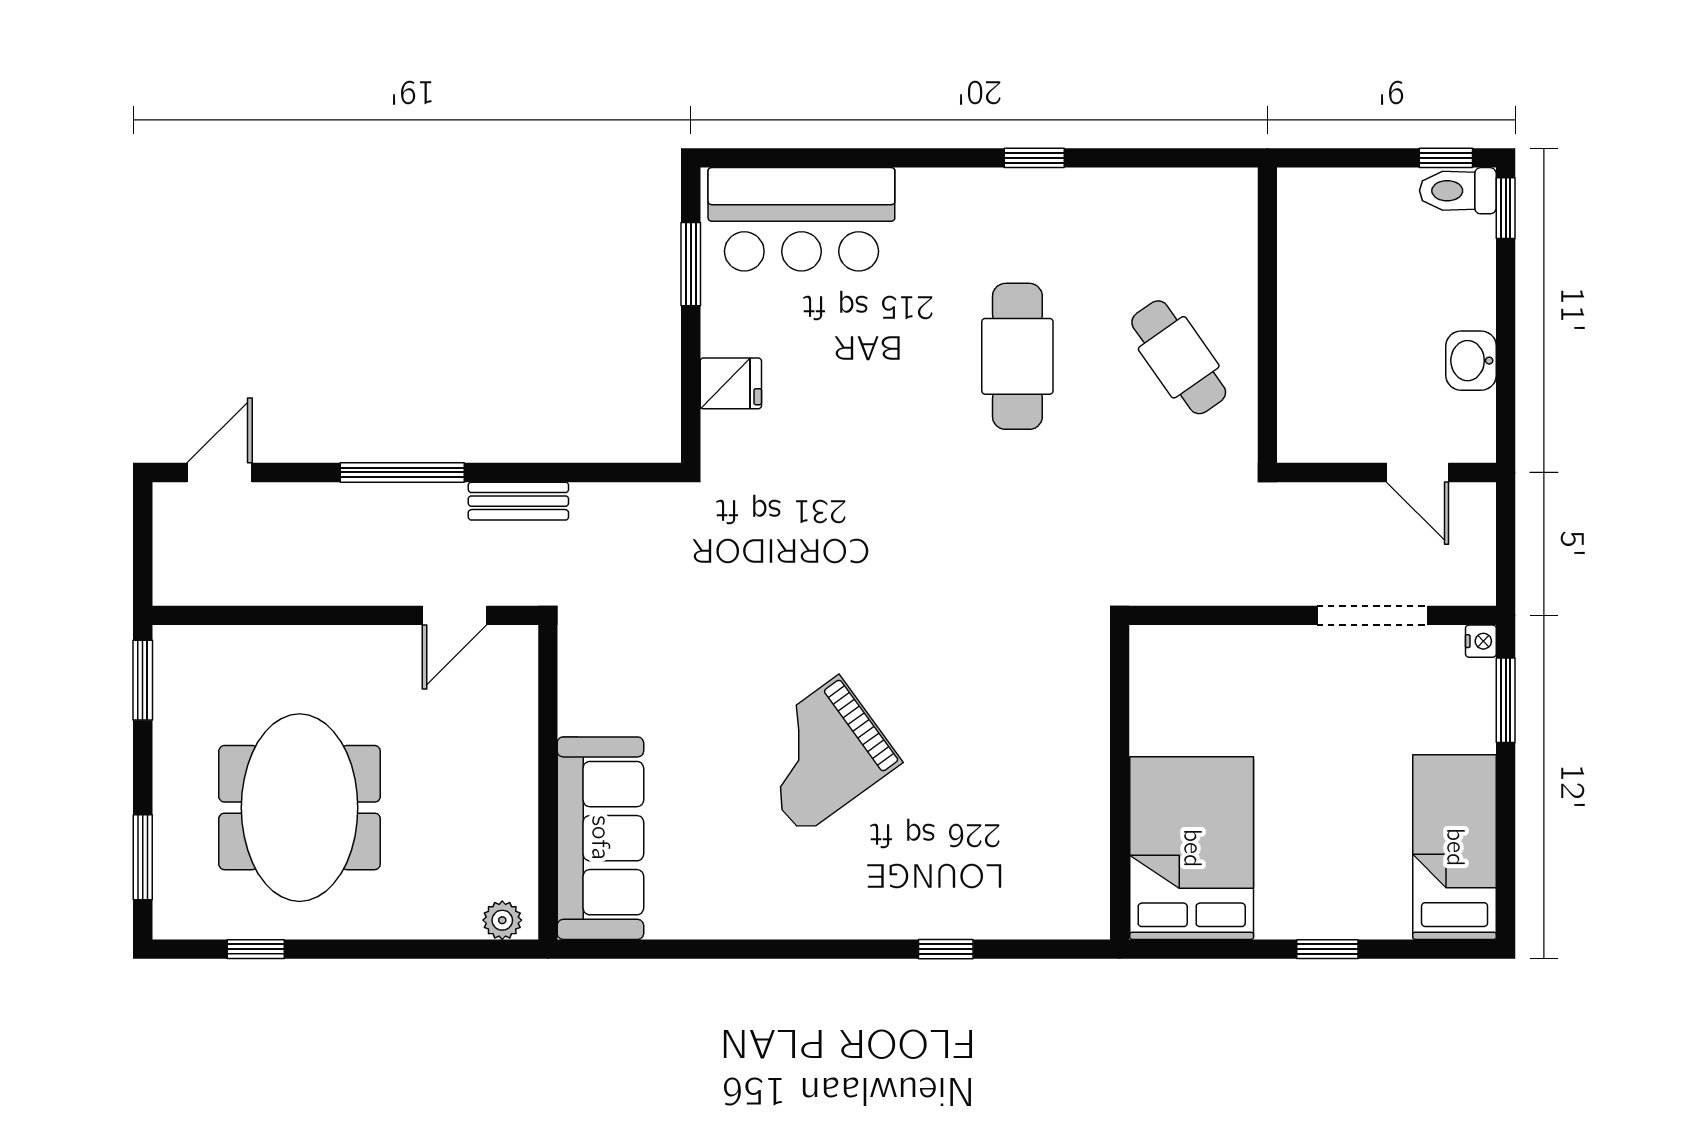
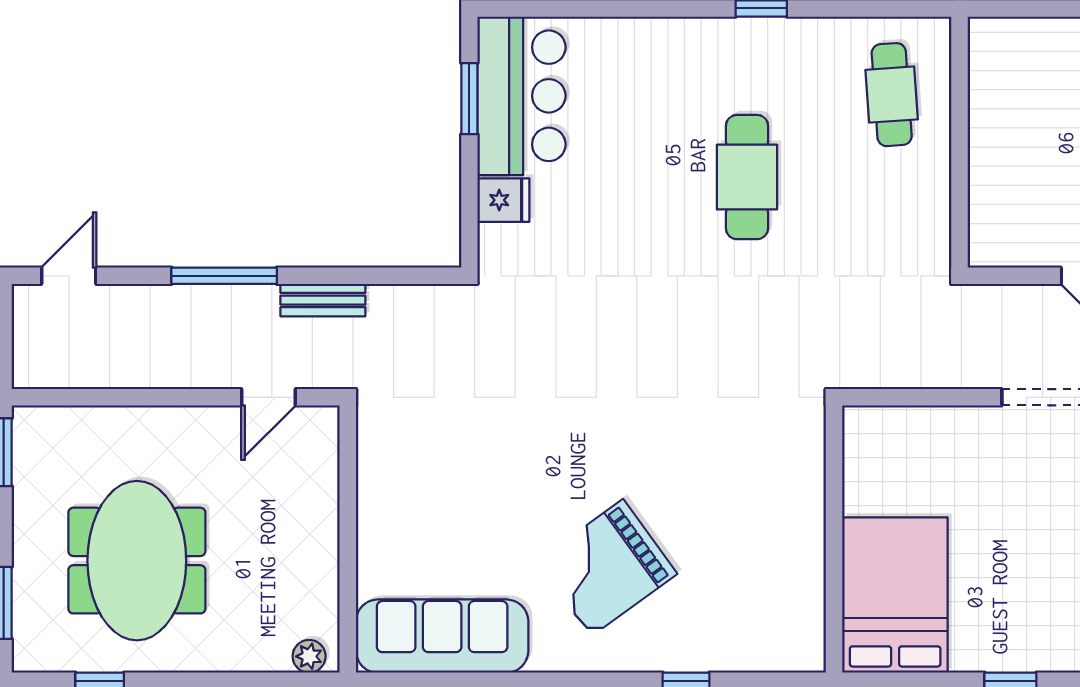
bar counter: (801, 219) -> (521, 96), moved, turned -90
cafe table: (1179, 357) -> (892, 95), moved, turned 31
grand piano: (820, 755) -> (607, 568), moved
sofa: (600, 838) -> (442, 636), moved, turned -90

